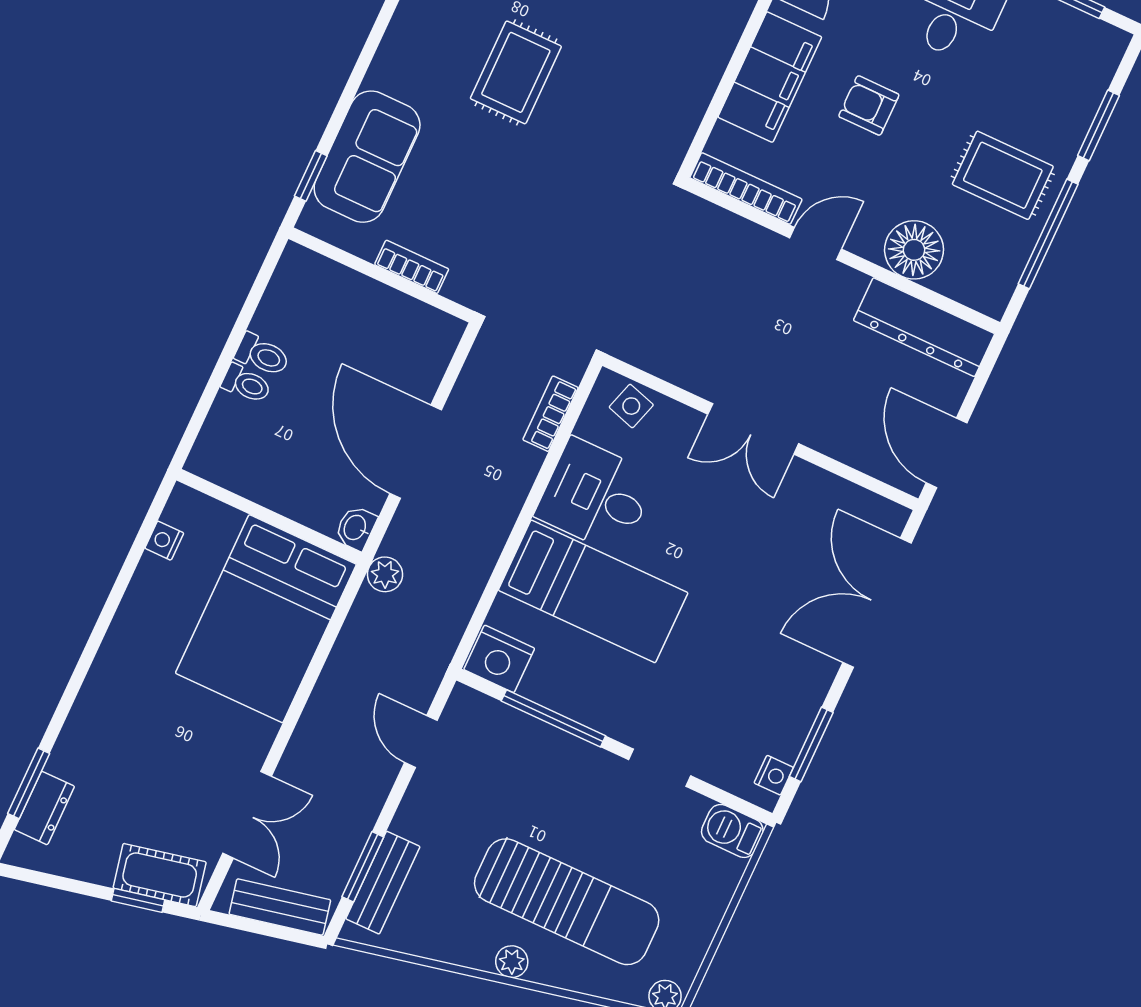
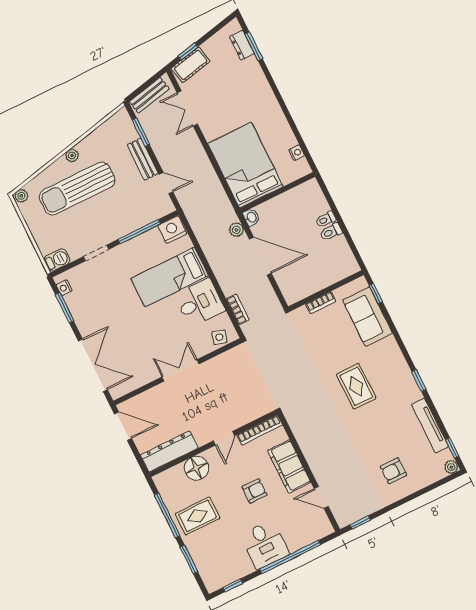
plant: (385, 574) -> (236, 230), moved
bench: (383, 883) -> (143, 159), moved

